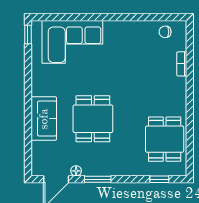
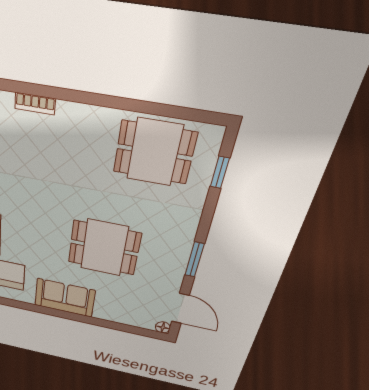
sofa: (44, 119) -> (65, 298), moved
floor lamp: (76, 171) -> (163, 327), moved

